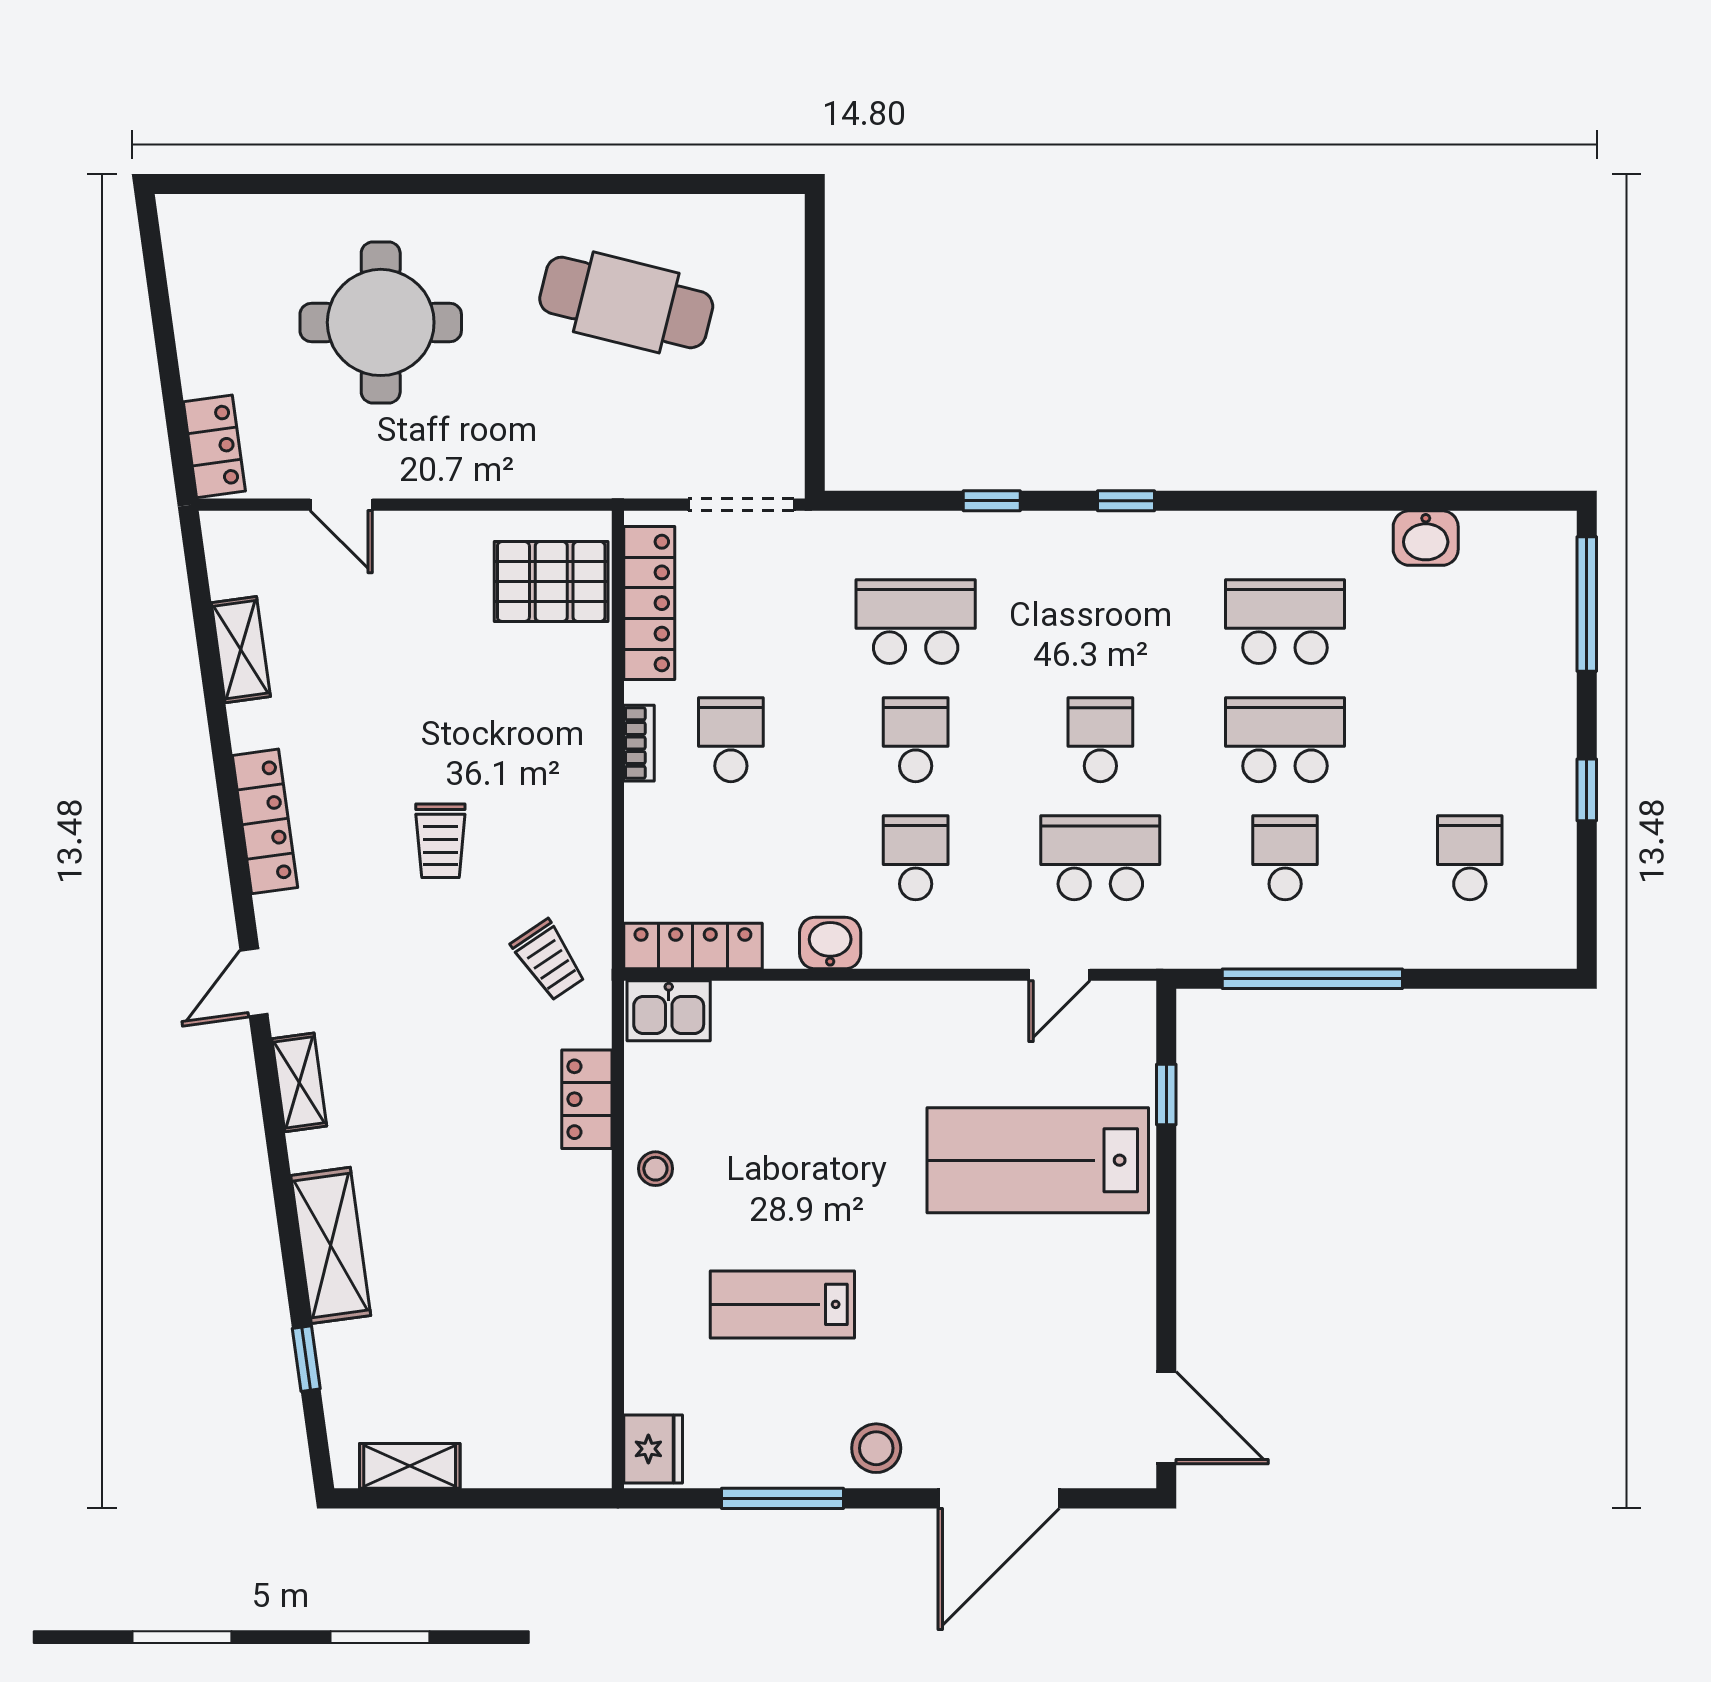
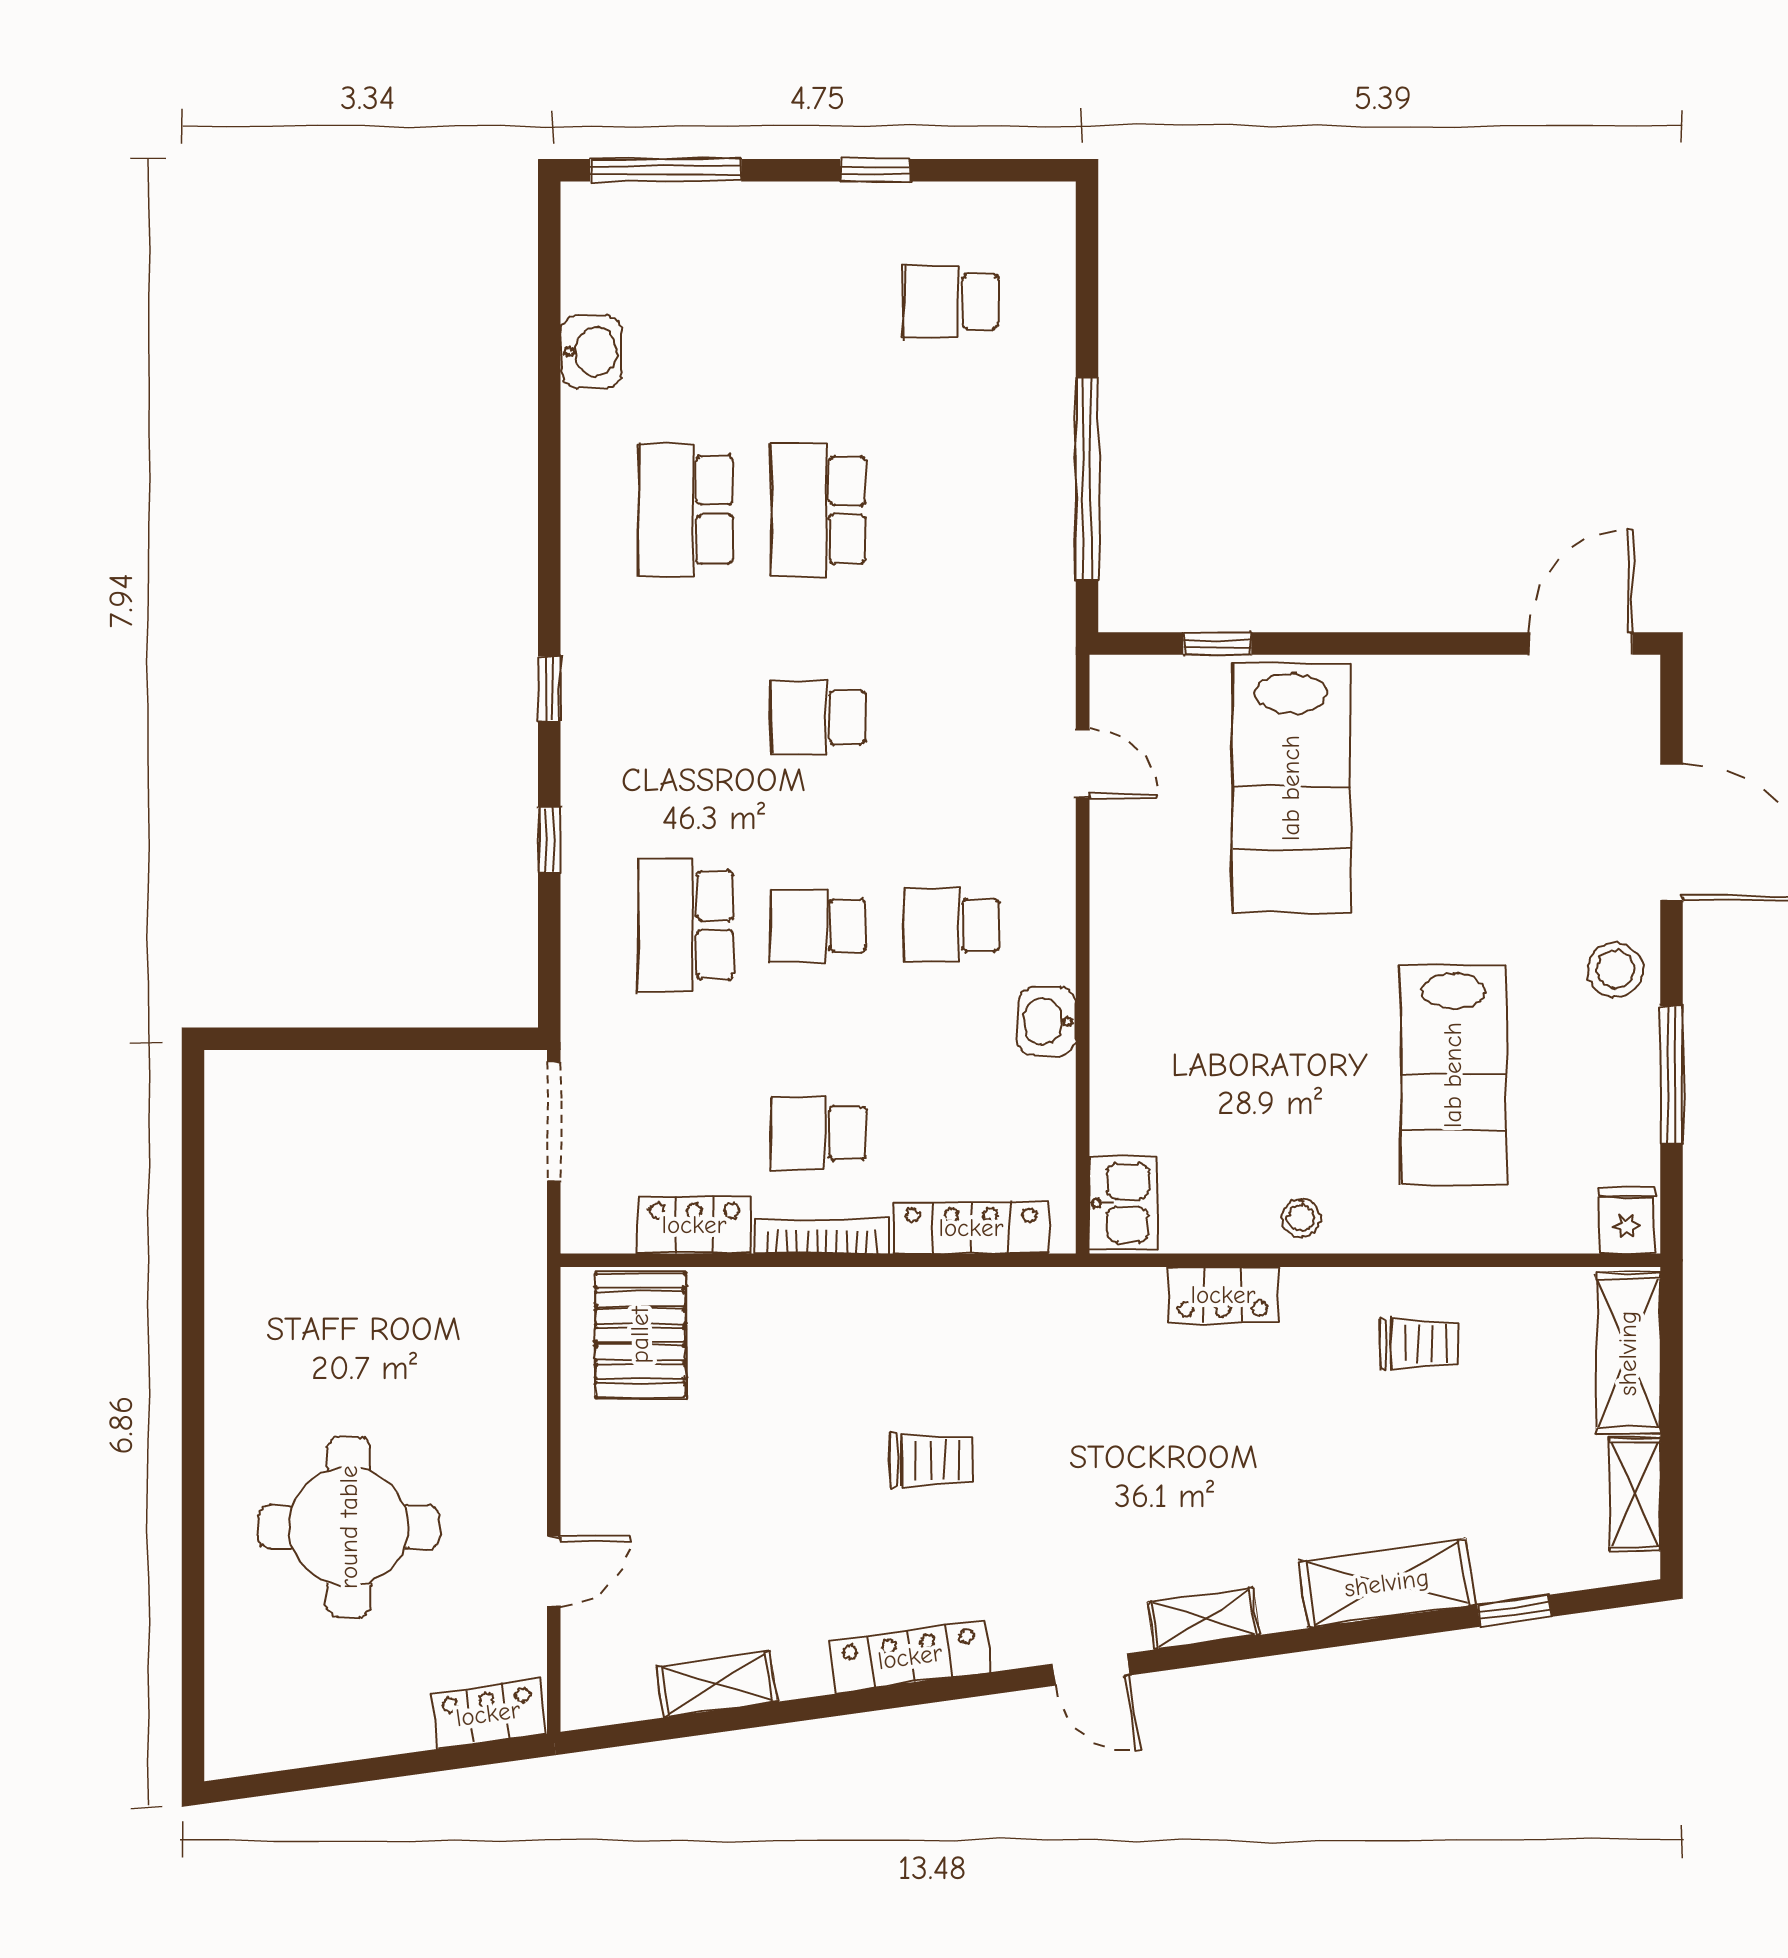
cafe table: (626, 302) -> (326, 1251), removed
locker: (649, 603) -> (694, 1225), width x0.66
bookcase: (639, 743) -> (822, 1236), width x1.56
school desk: (1100, 858) -> (951, 717), removed
school desk: (1285, 858) -> (951, 510), removed
locker: (693, 946) -> (971, 1228), moved, turned 90
trolley: (549, 960) -> (1419, 1344), moved, turned 34
lab bench: (782, 1304) -> (1453, 1075), width x1.36, depth x1.39
fridge: (653, 1449) -> (1627, 1221), width x0.72
shelving: (535, 1460) -> (1628, 1353), added

